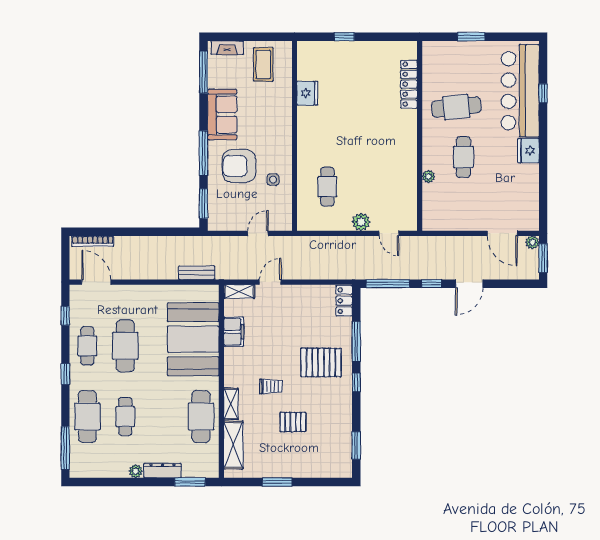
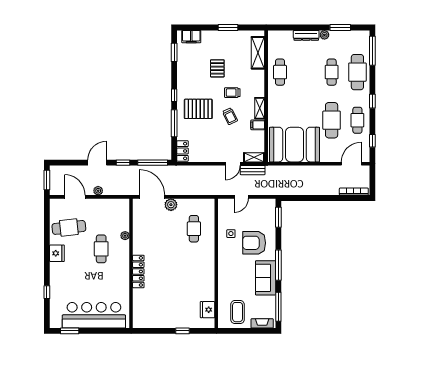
window: (471, 37) -> (70, 331), moved
locker: (409, 84) -> (138, 271), moved
bar counter: (520, 91) -> (94, 315), moved, turned -90
fridge: (307, 93) -> (208, 310), moved
cafe table: (456, 107) -> (69, 227), moved
window: (204, 153) -> (278, 265), moved
armchair: (239, 166) -> (254, 243), turned 180
door: (389, 233) -> (152, 197), width x1.88
plant: (532, 242) -> (98, 191), moved
bench: (197, 273) -> (253, 170), moved
door: (96, 282) -> (351, 164), swing flipped
filing cabinet: (234, 332) -> (258, 125), width x0.50
booth: (193, 339) -> (295, 145), moved, turned 90
trolley: (274, 352) -> (230, 116), added
shelving: (231, 404) -> (260, 108), moved
cafe table: (201, 417) -> (280, 72), width x0.73, depth x0.74
pallet: (293, 422) -> (217, 68), turned 90
filing cabinet: (331, 469) -> (191, 37), added
window: (190, 482) -> (340, 28), moved

